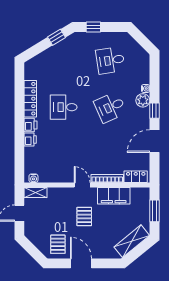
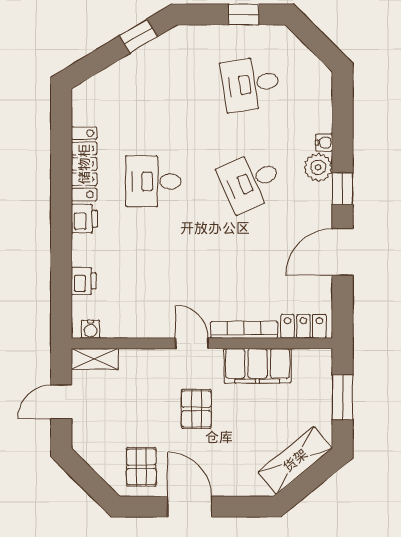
window: (93, 27) -> (244, 14), moved
printer: (30, 140) -> (84, 281), moved

